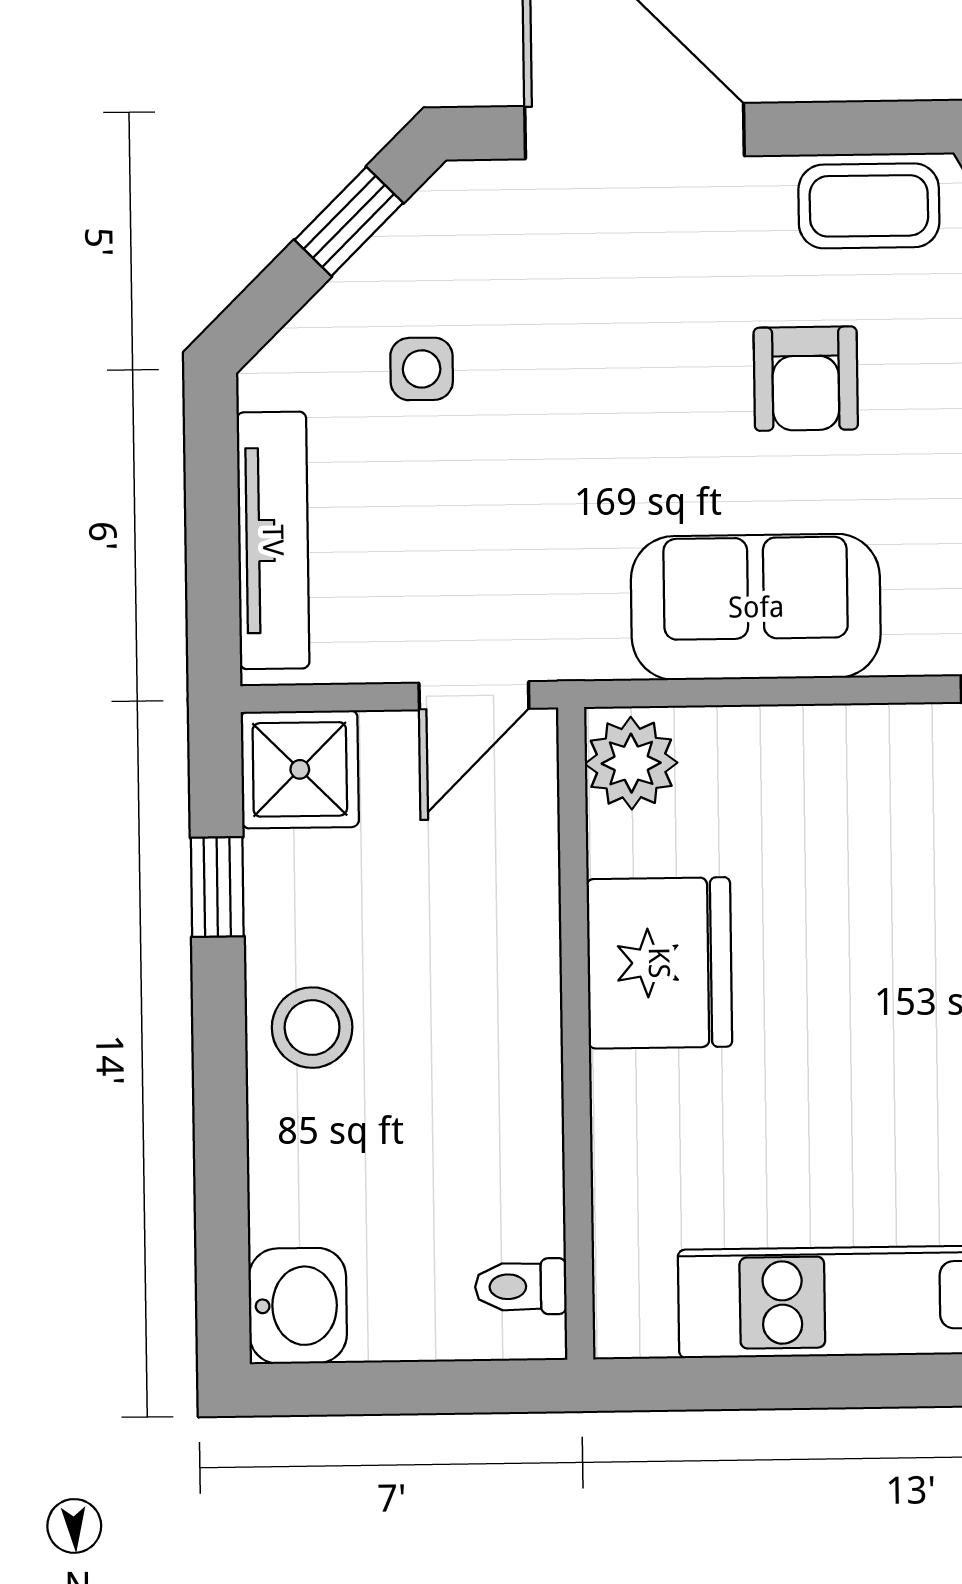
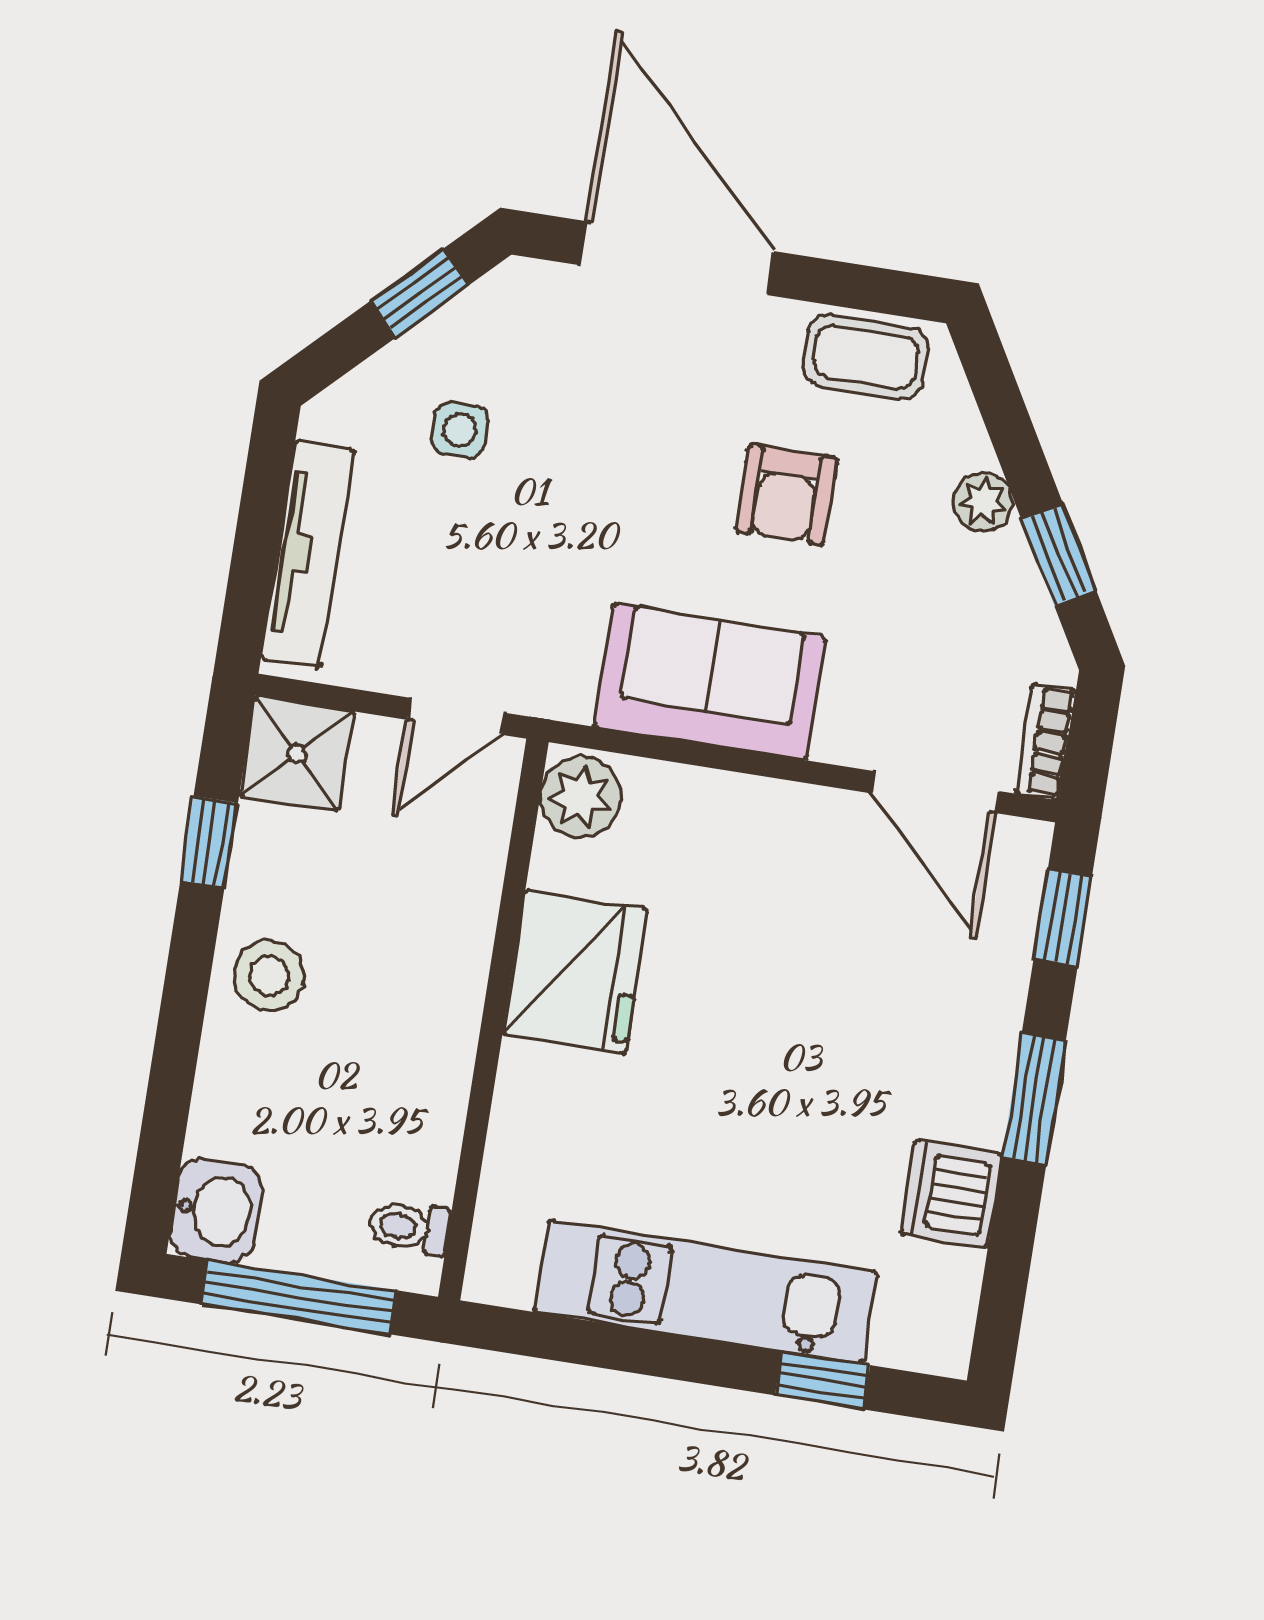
window: (409, 1388) -> (299, 1297), added

